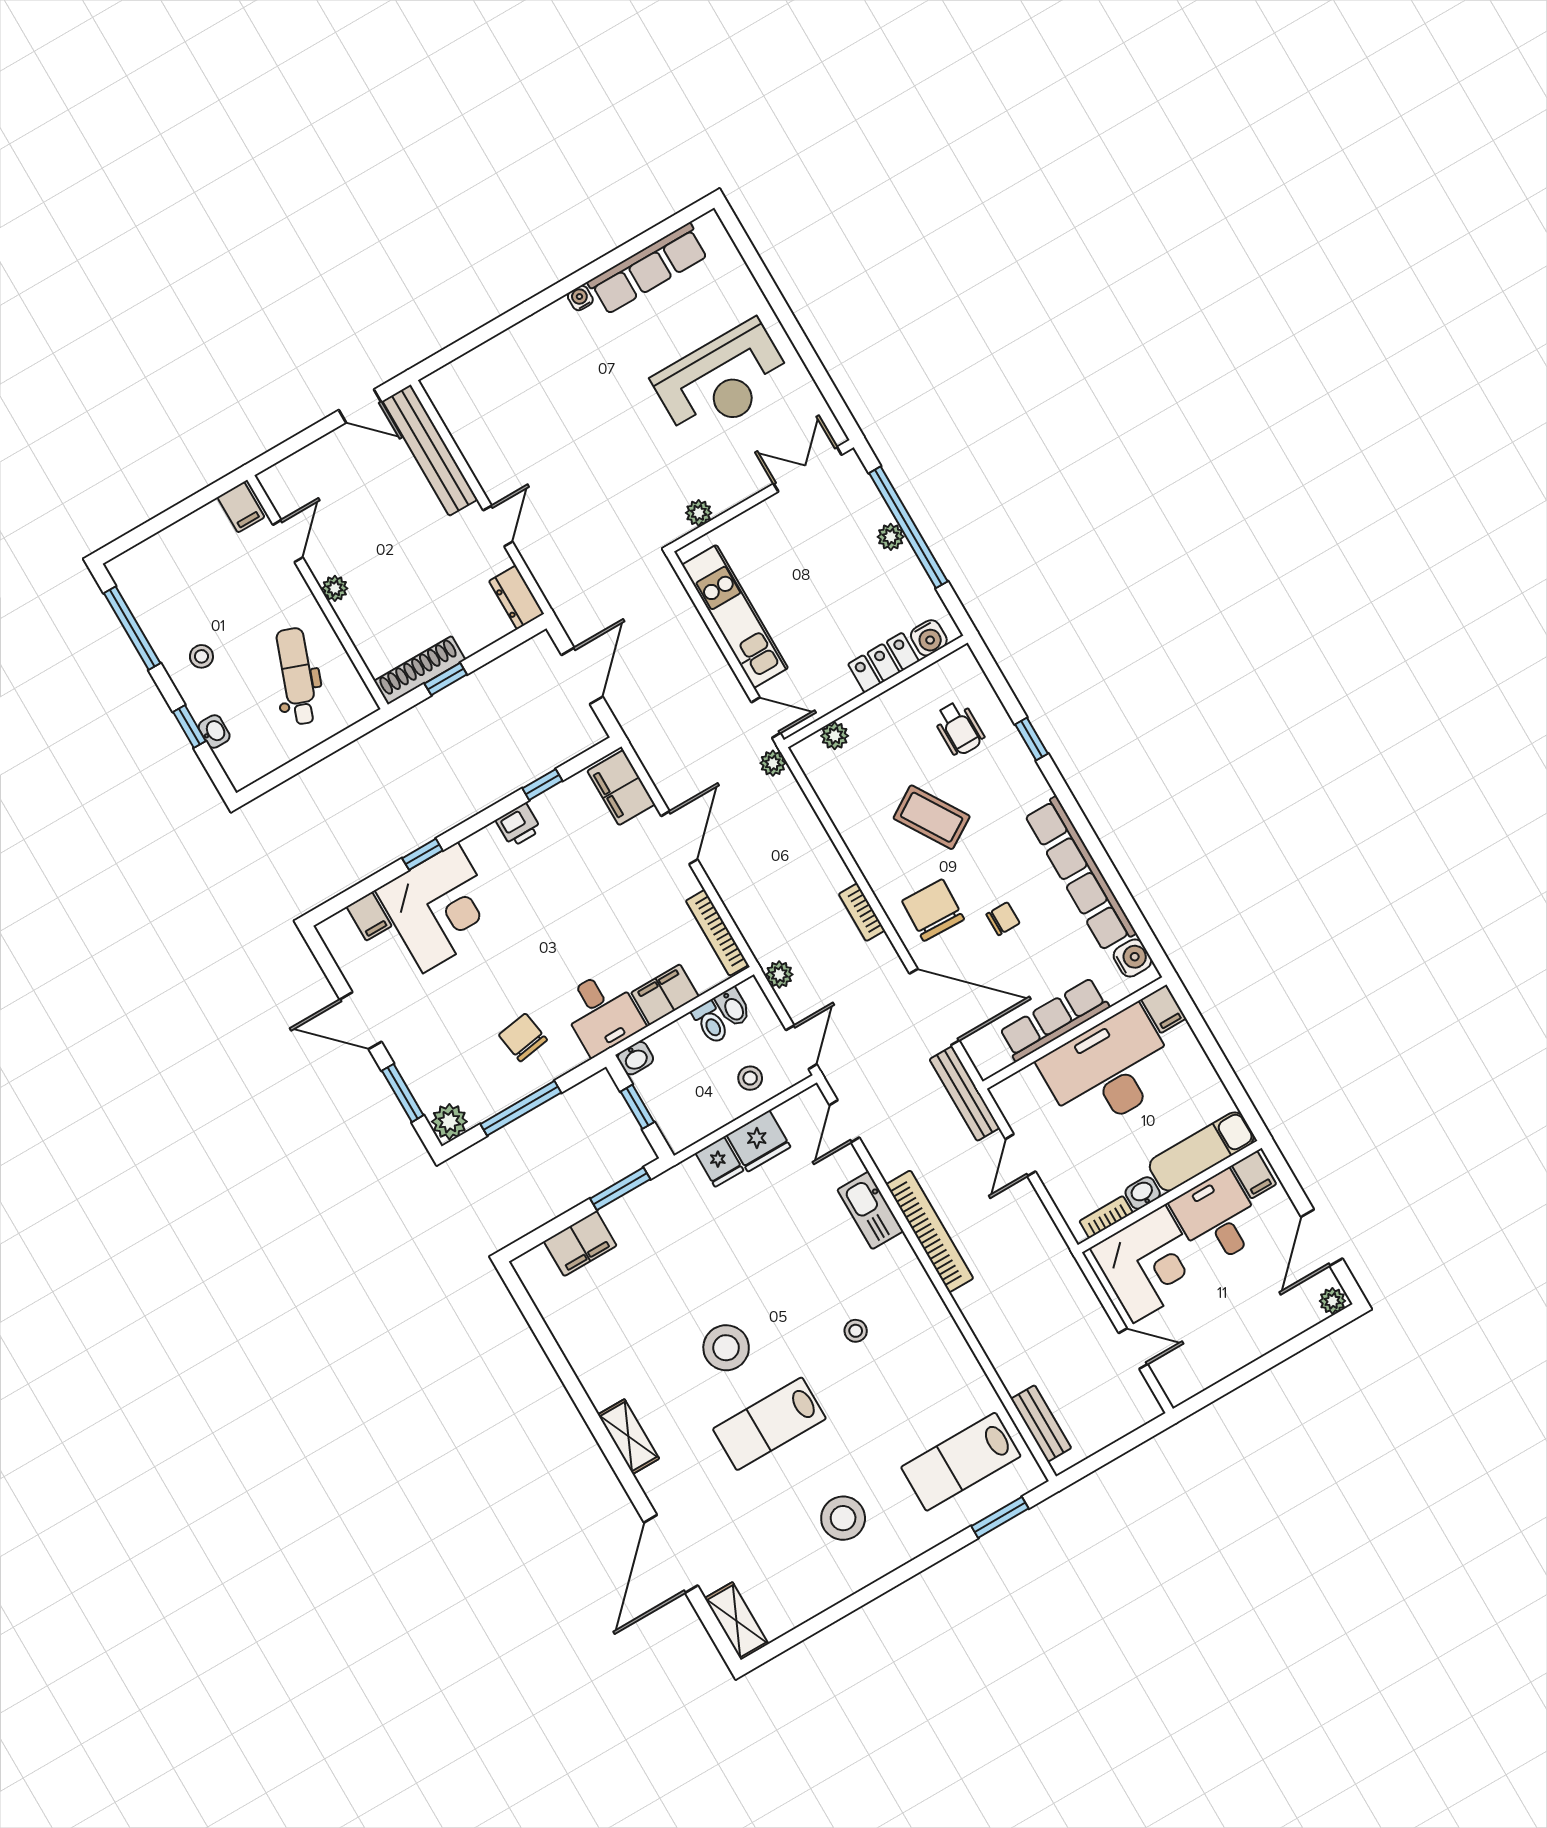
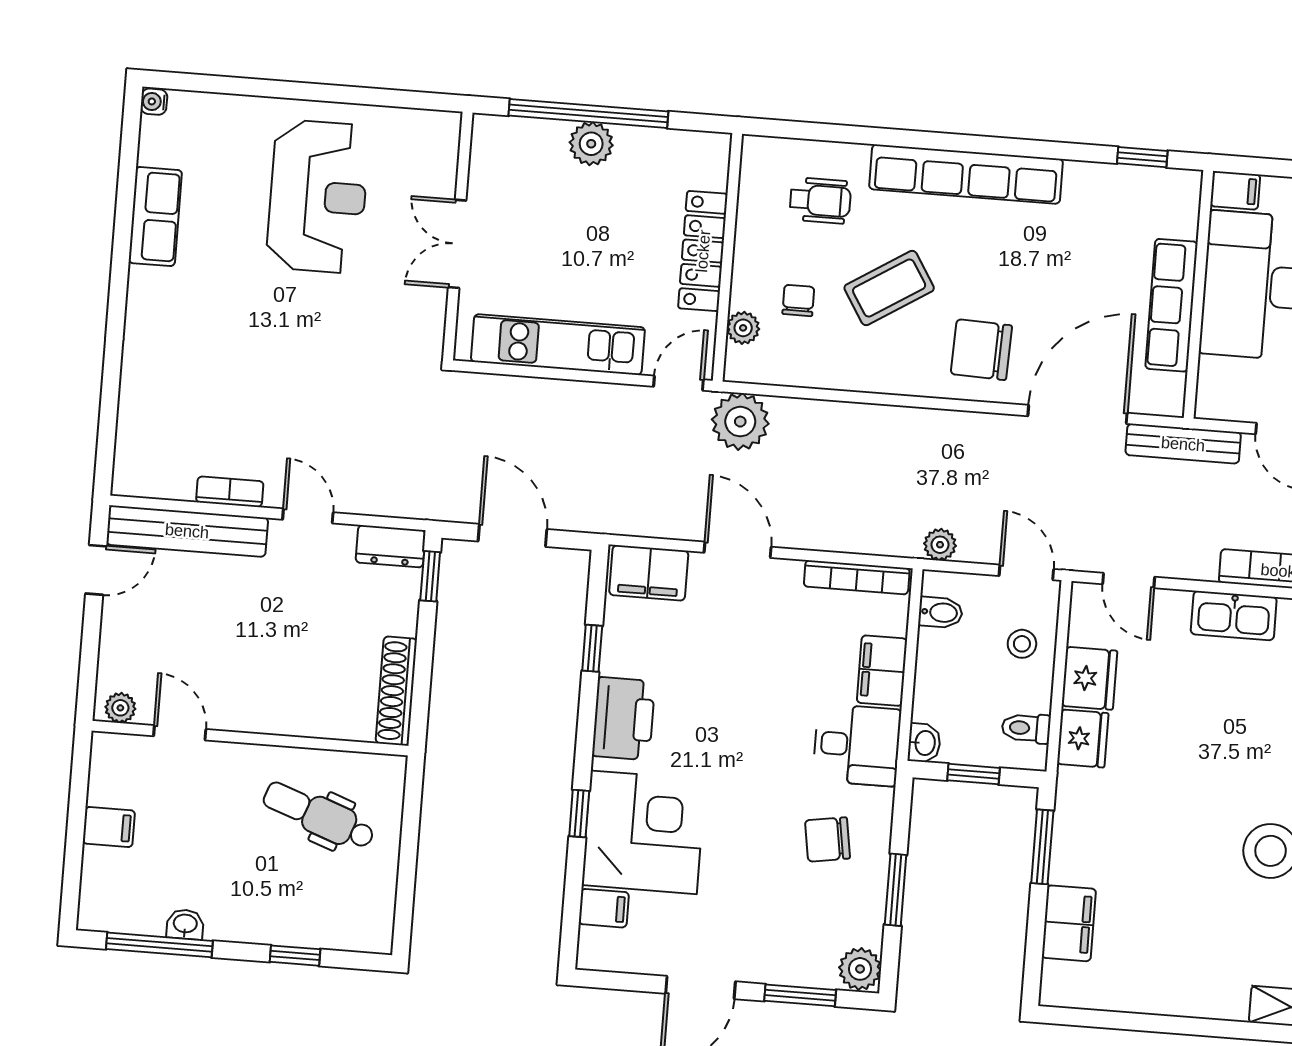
row of seats: (648, 269) -> (155, 217), width x0.68
water cooler: (580, 298) -> (154, 102), moved
double door: (808, 469) -> (457, 244), moved
filing cabinet: (241, 507) -> (109, 827), moved
plant: (699, 513) -> (431, 310), removed
plant: (891, 537) -> (591, 144), width x1.38, depth x1.38
plant: (335, 588) -> (120, 708), moved
water cooler: (929, 638) -> (711, 169), removed
stool: (201, 656) -> (234, 896), removed
locker: (883, 663) -> (703, 251), width x1.53
window: (446, 679) -> (430, 576), moved
washbasin: (214, 731) -> (185, 924), moved
window: (1032, 739) -> (1142, 157), moved
plant: (773, 763) -> (740, 422), width x1.88, depth x1.88
printer: (518, 825) -> (623, 719), width x1.87, depth x1.48
row of seats: (1080, 874) -> (966, 174), moved
bookcase: (862, 912) -> (230, 492), moved, turned 180
chair: (1003, 919) -> (798, 300), moved
water cooler: (1132, 958) -> (1164, 186), removed
toilet: (710, 1023) -> (1026, 728), moved, turned 180
window: (521, 1108) -> (896, 890), width x0.69
fridge: (719, 1162) -> (1083, 739), width x1.38

